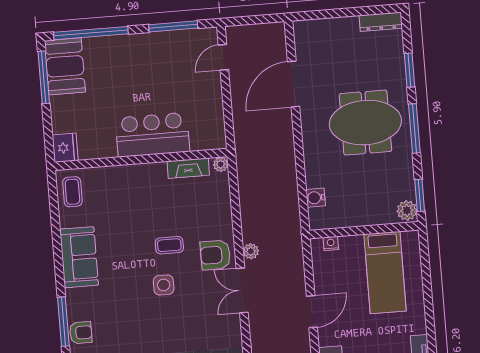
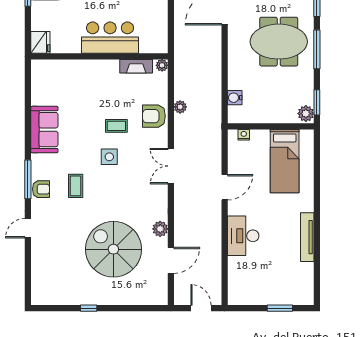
coffee table: (72, 192) -> (76, 186), moved
plant: (251, 251) -> (180, 107), moved
armchair: (215, 255) -> (154, 116), moved

